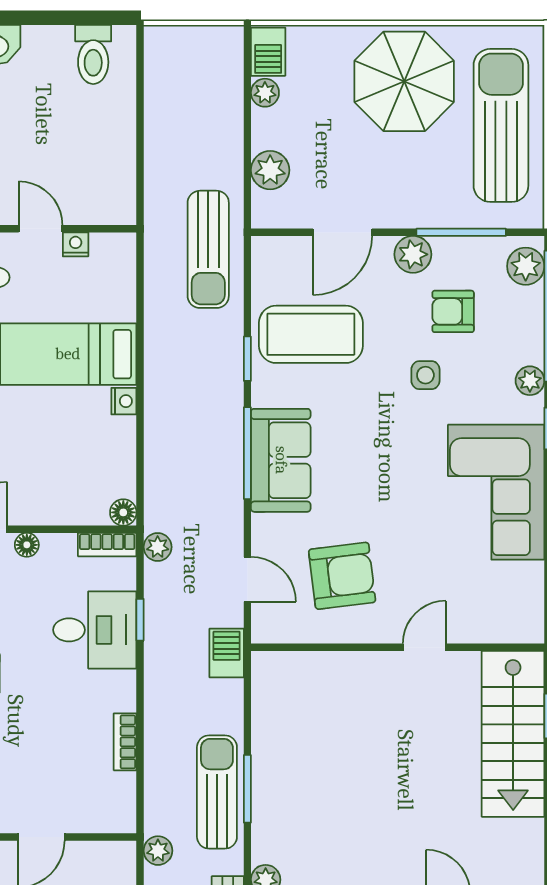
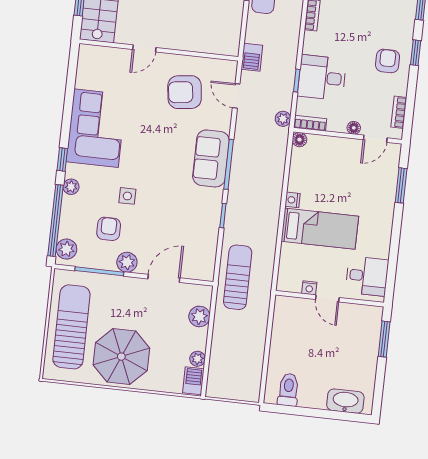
sun lounger: (501, 125) -> (71, 327), turned 180
armchair: (453, 311) -> (109, 229), turned -90
coffee table: (311, 334) -> (187, 225), removed

